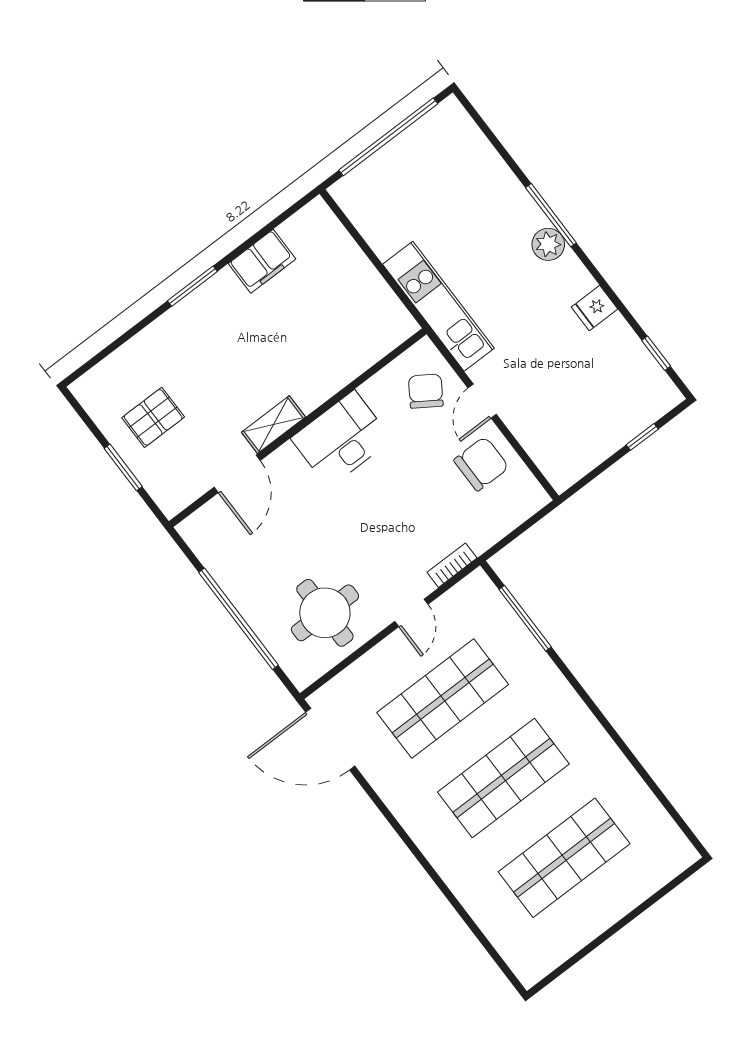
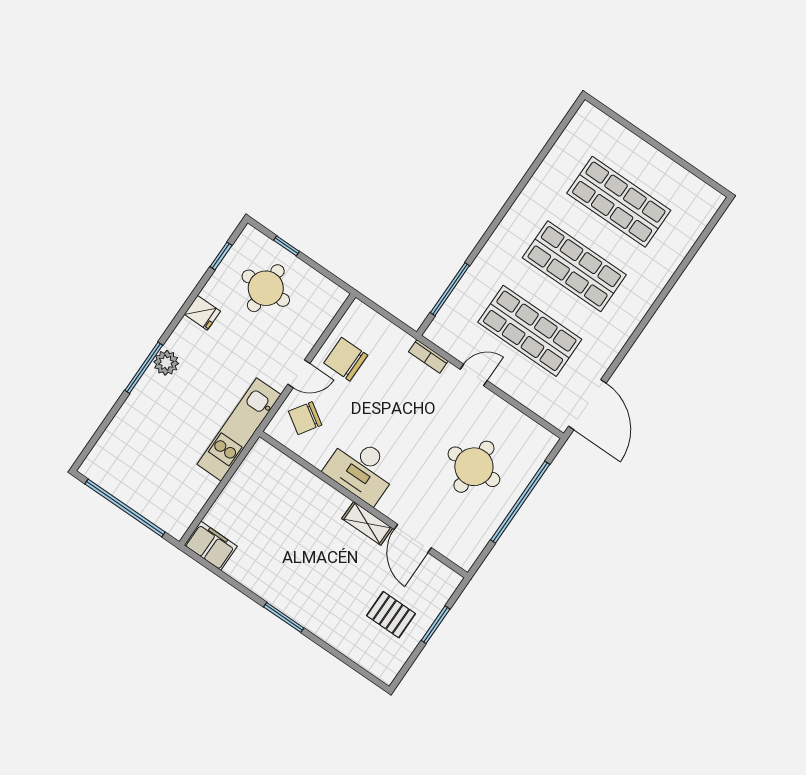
filing cabinet: (262, 261) -> (211, 546), moved
round table: (599, 395) -> (266, 288), added
door: (237, 474) -> (413, 538), swing flipped
round table: (325, 613) -> (474, 467), moved

